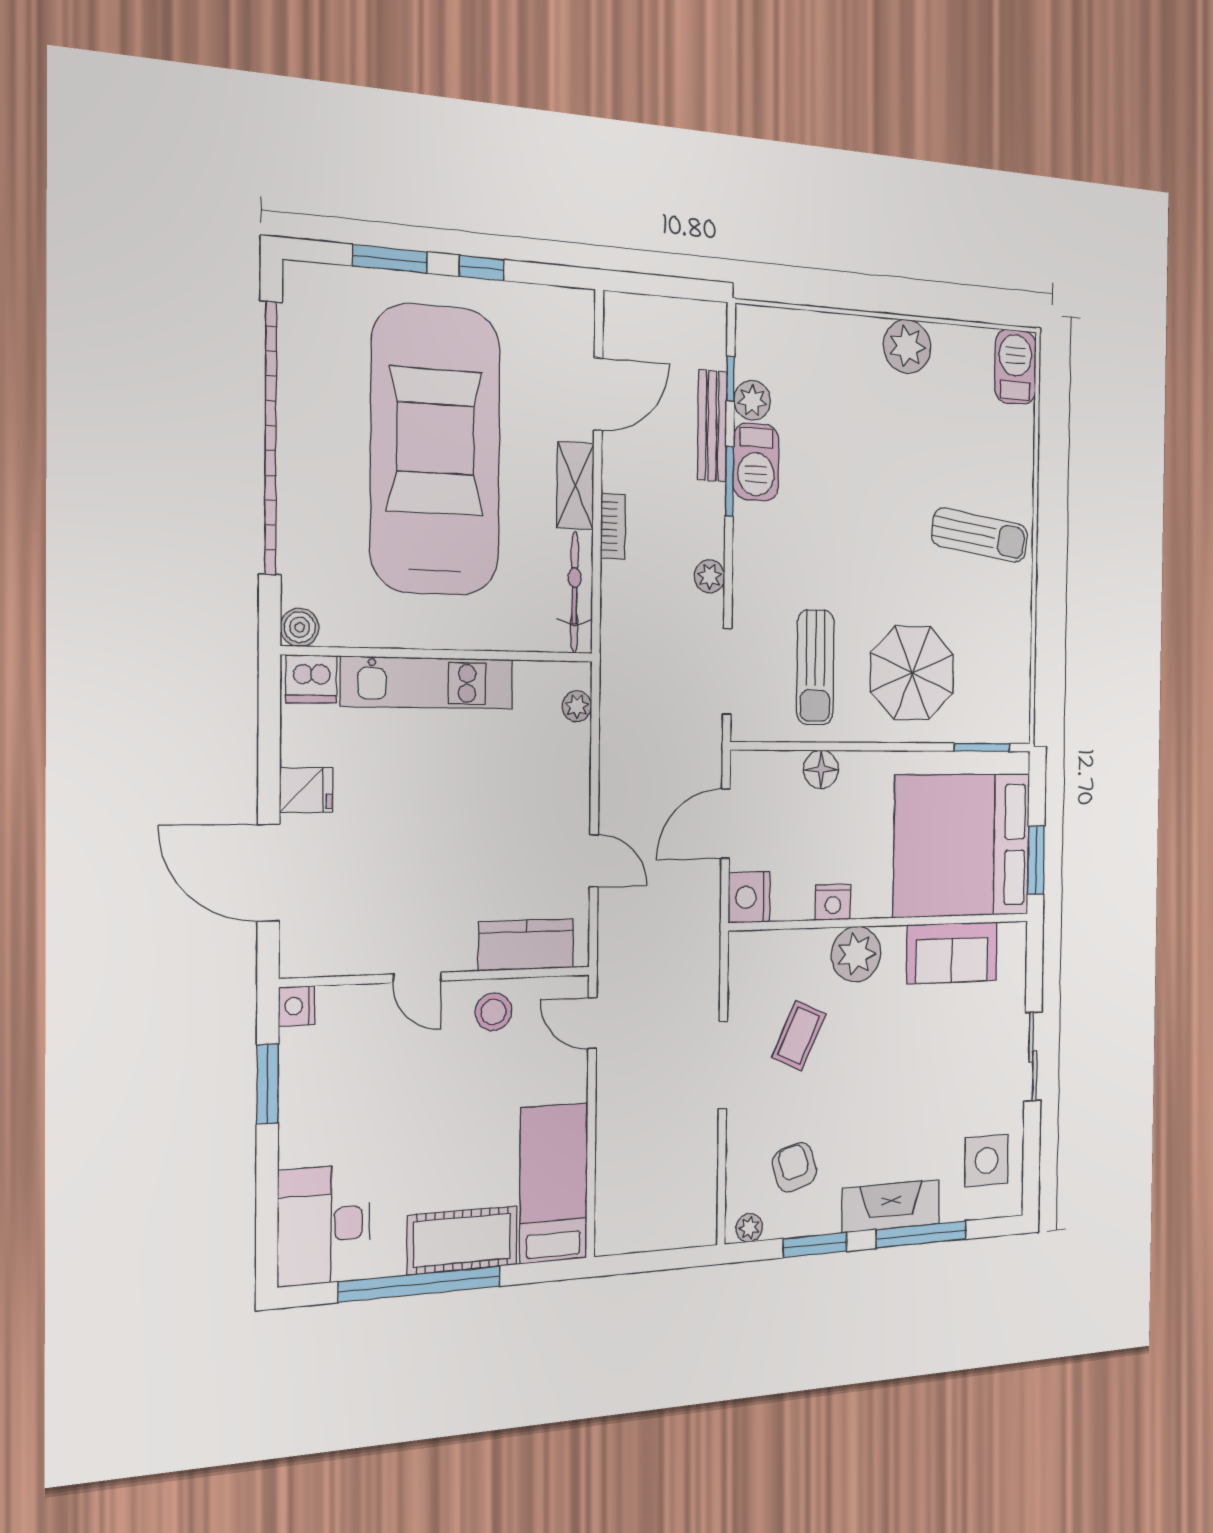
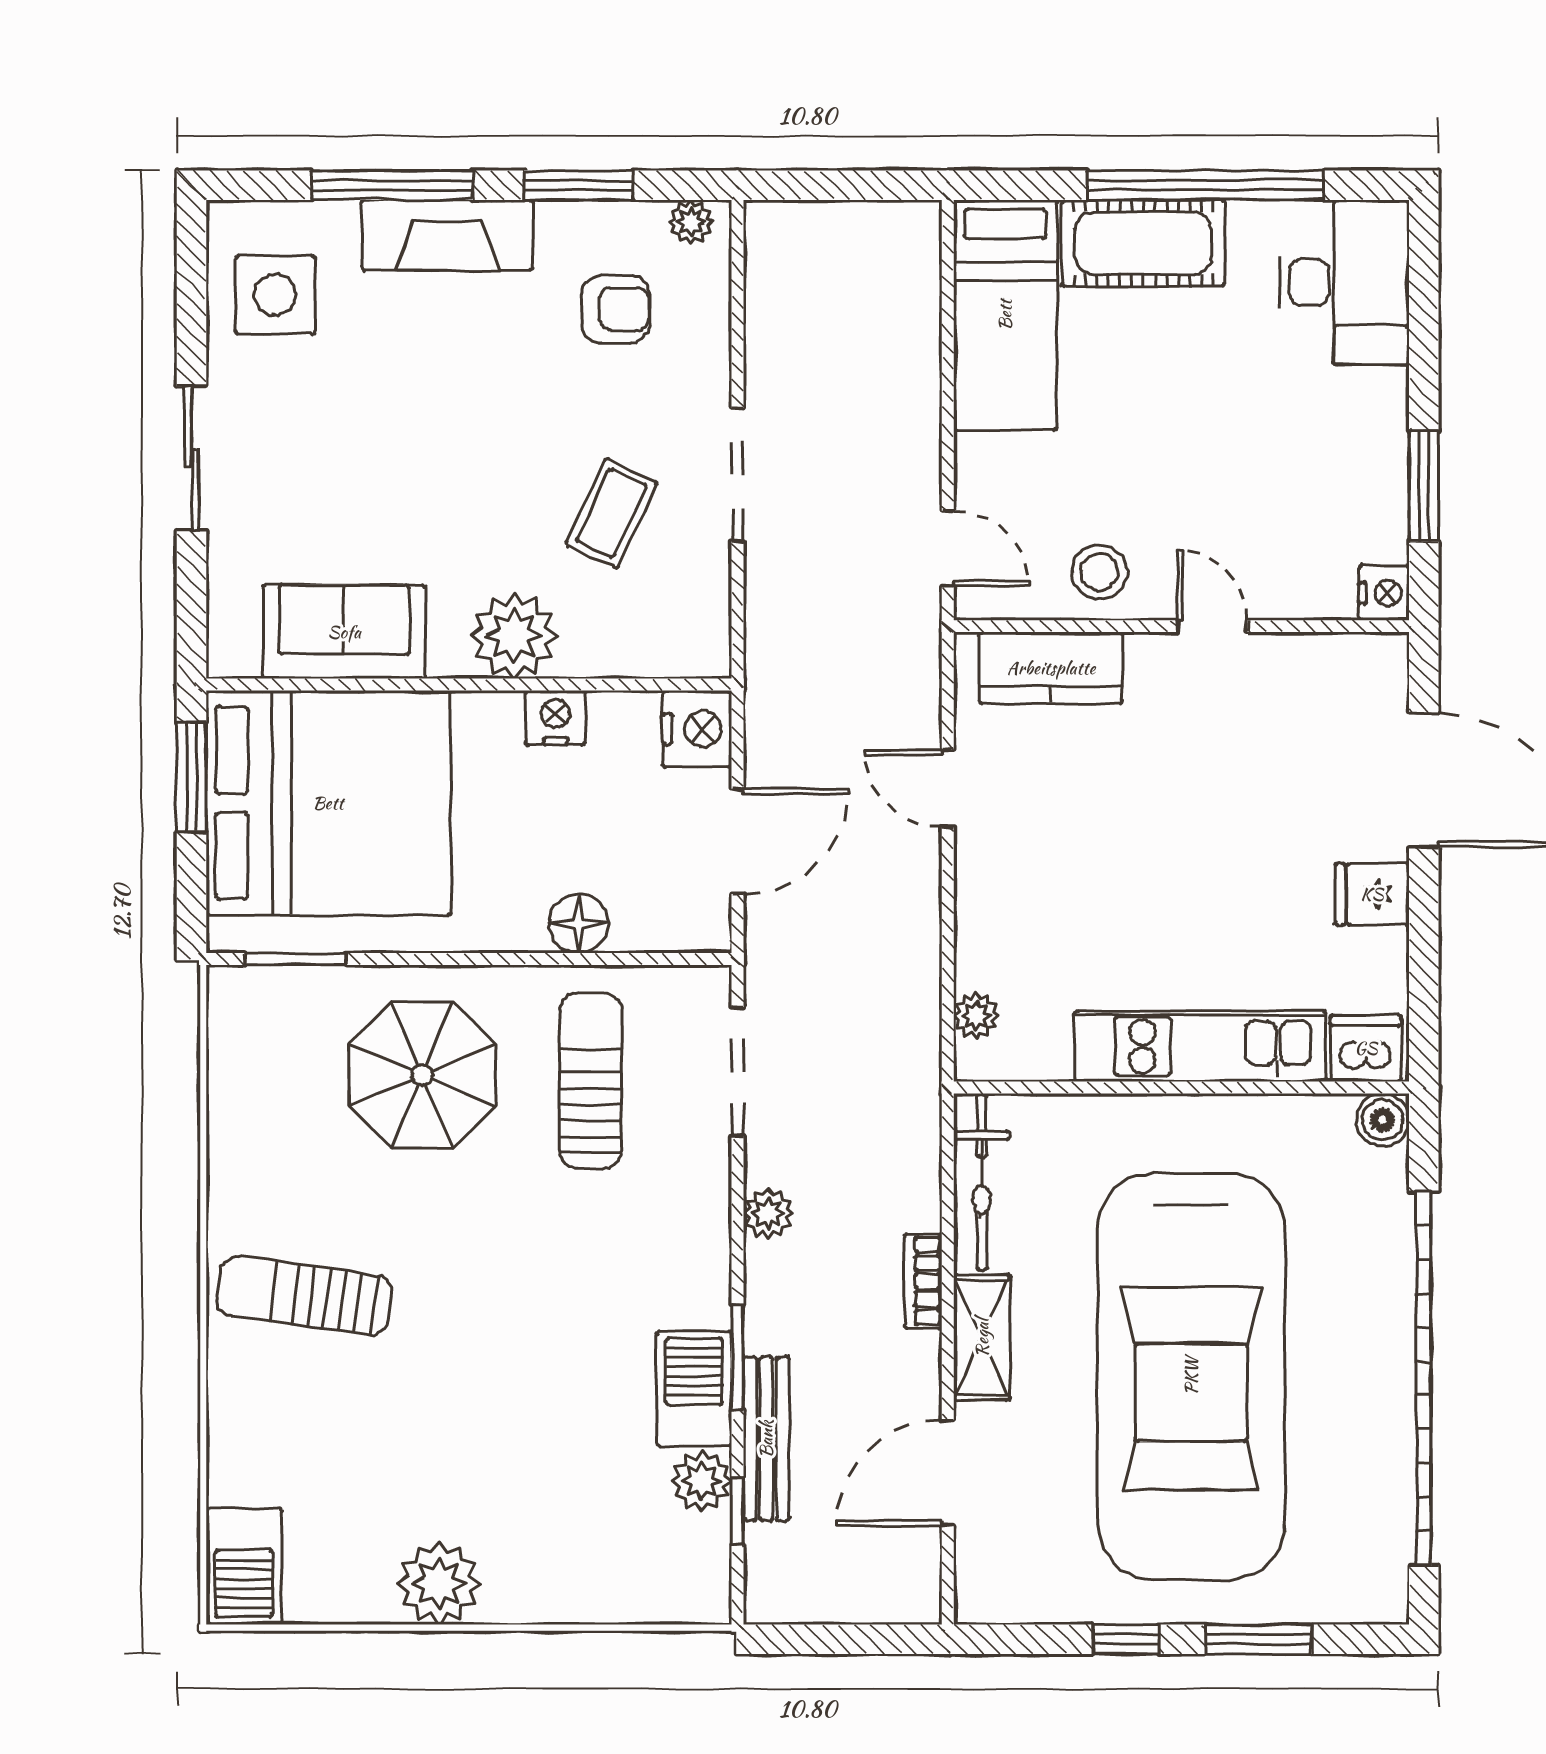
armchair: (794, 1167) -> (616, 309), turned -73

